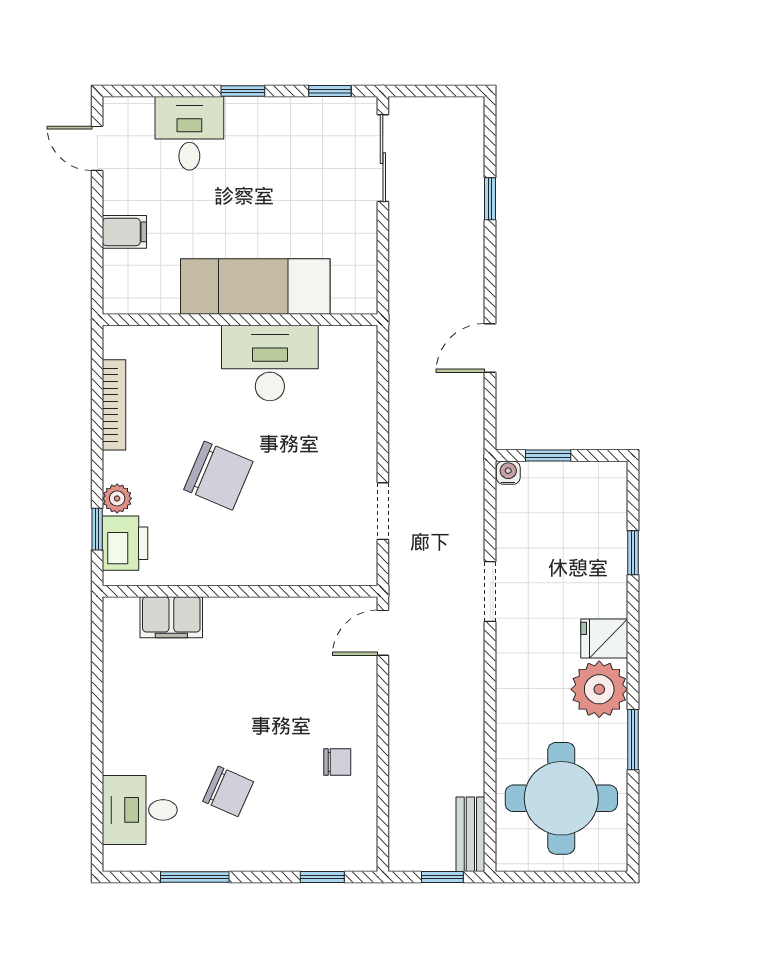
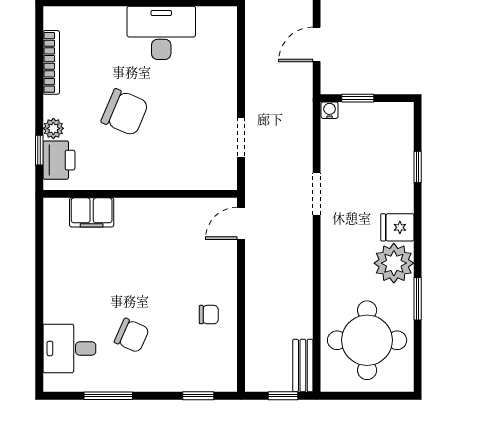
door: (490, 348) -> (317, 44), moved

